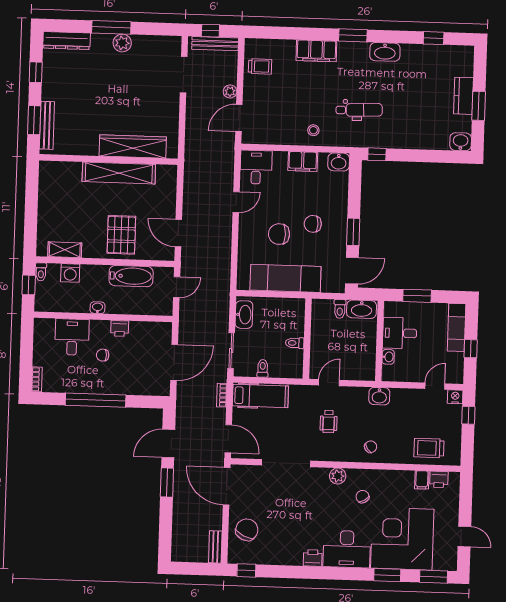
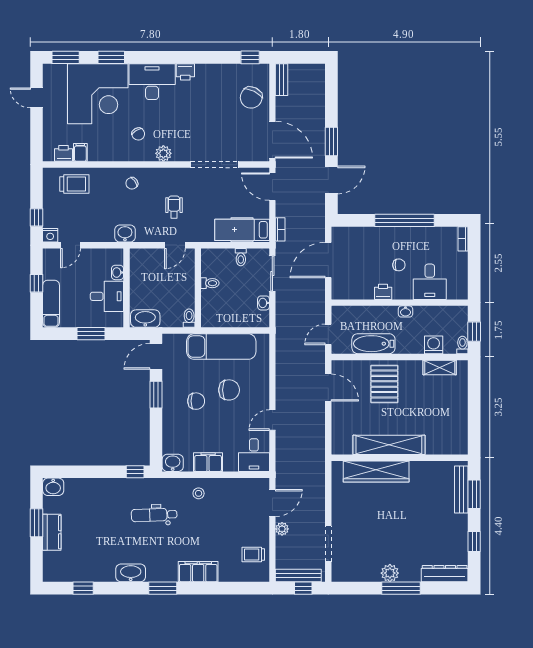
toilet: (340, 309) -> (189, 318), moved
washbasin: (244, 315) -> (264, 303), width x0.52, depth x0.69

